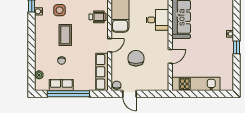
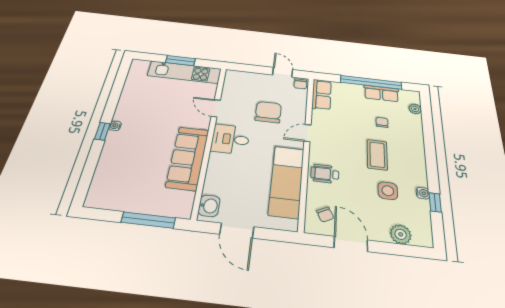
desk: (157, 20) -> (230, 139), moved
window: (237, 47) -> (102, 131), moved
door: (170, 56) -> (216, 108), hinge flipped
chair: (136, 58) -> (268, 112), turned 180
row of seats: (102, 72) -> (321, 95), width x0.68
window: (201, 94) -> (180, 61), added

